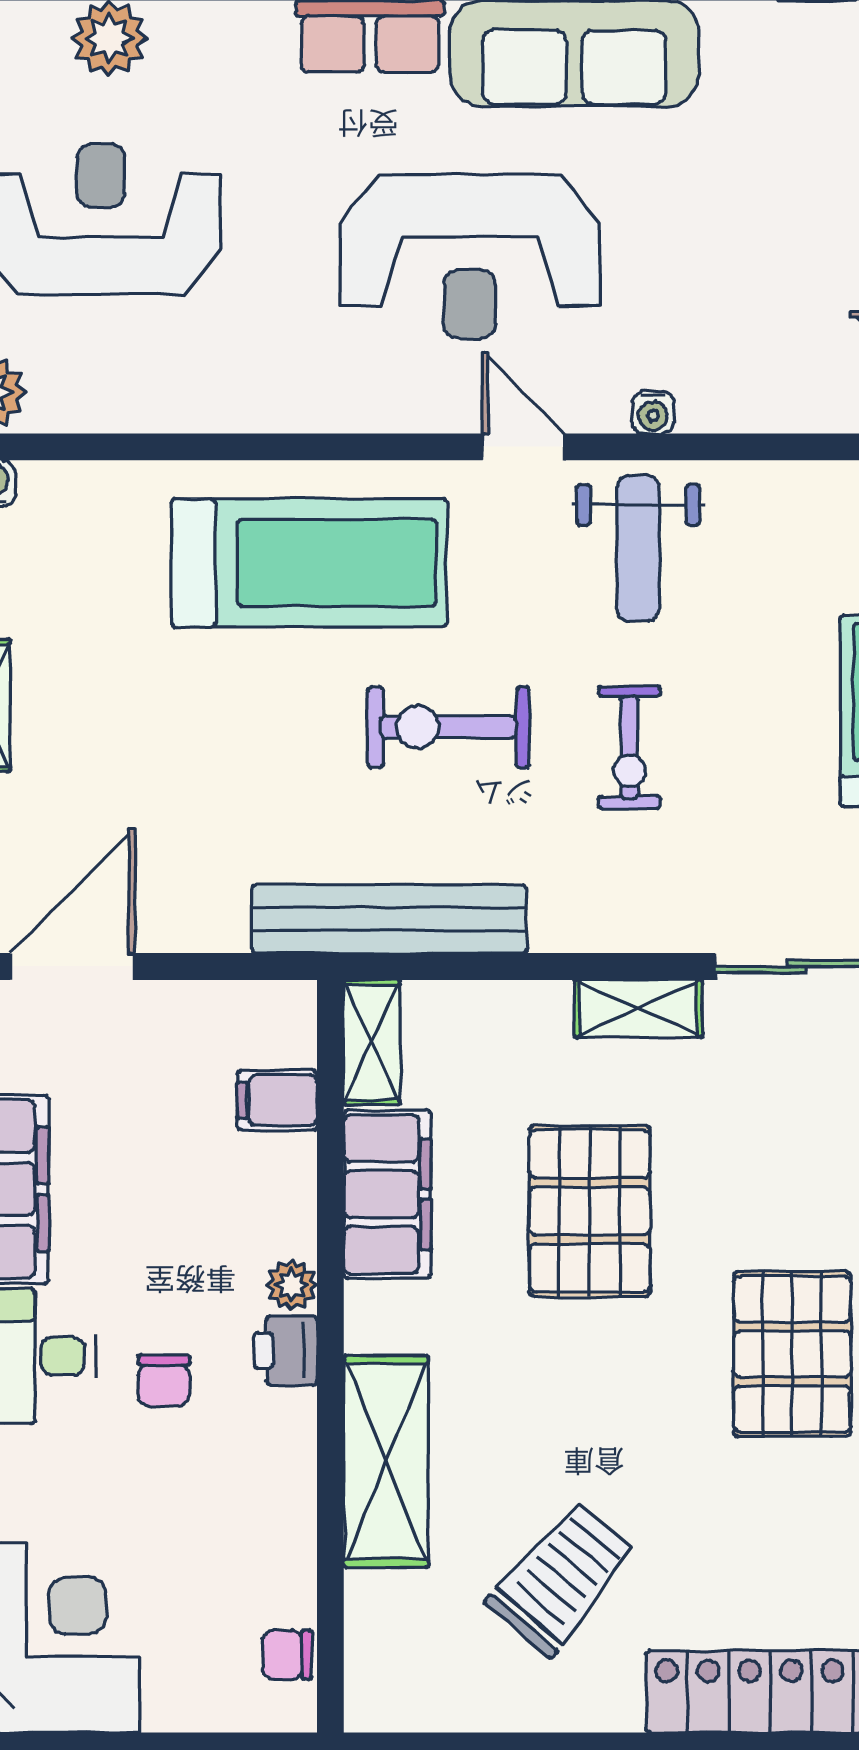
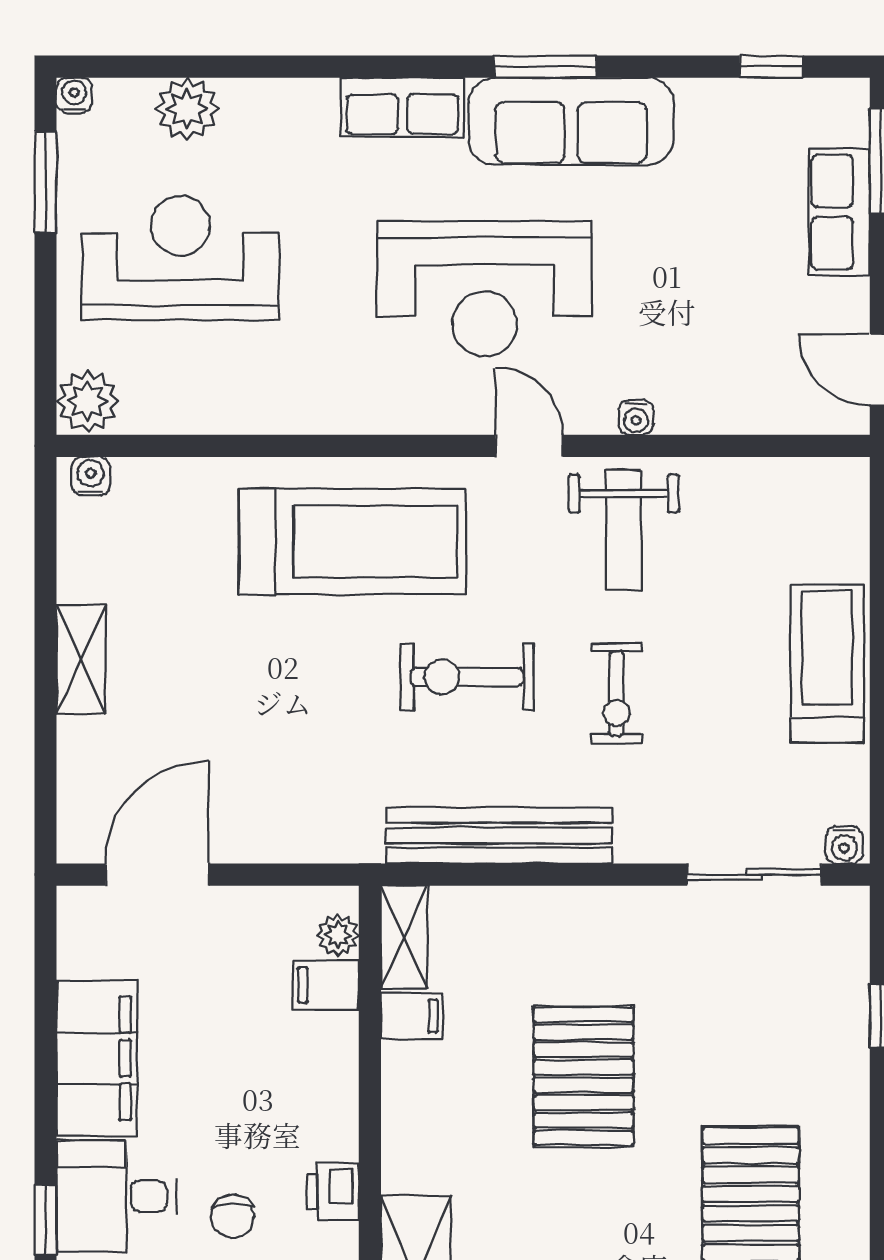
bench: (389, 919) -> (499, 835), moved
shelving: (638, 1009) -> (624, 909), removed
filing cabinet: (387, 1194) -> (412, 1016), width x0.33, depth x0.86
plant: (292, 1285) -> (338, 935), moved

